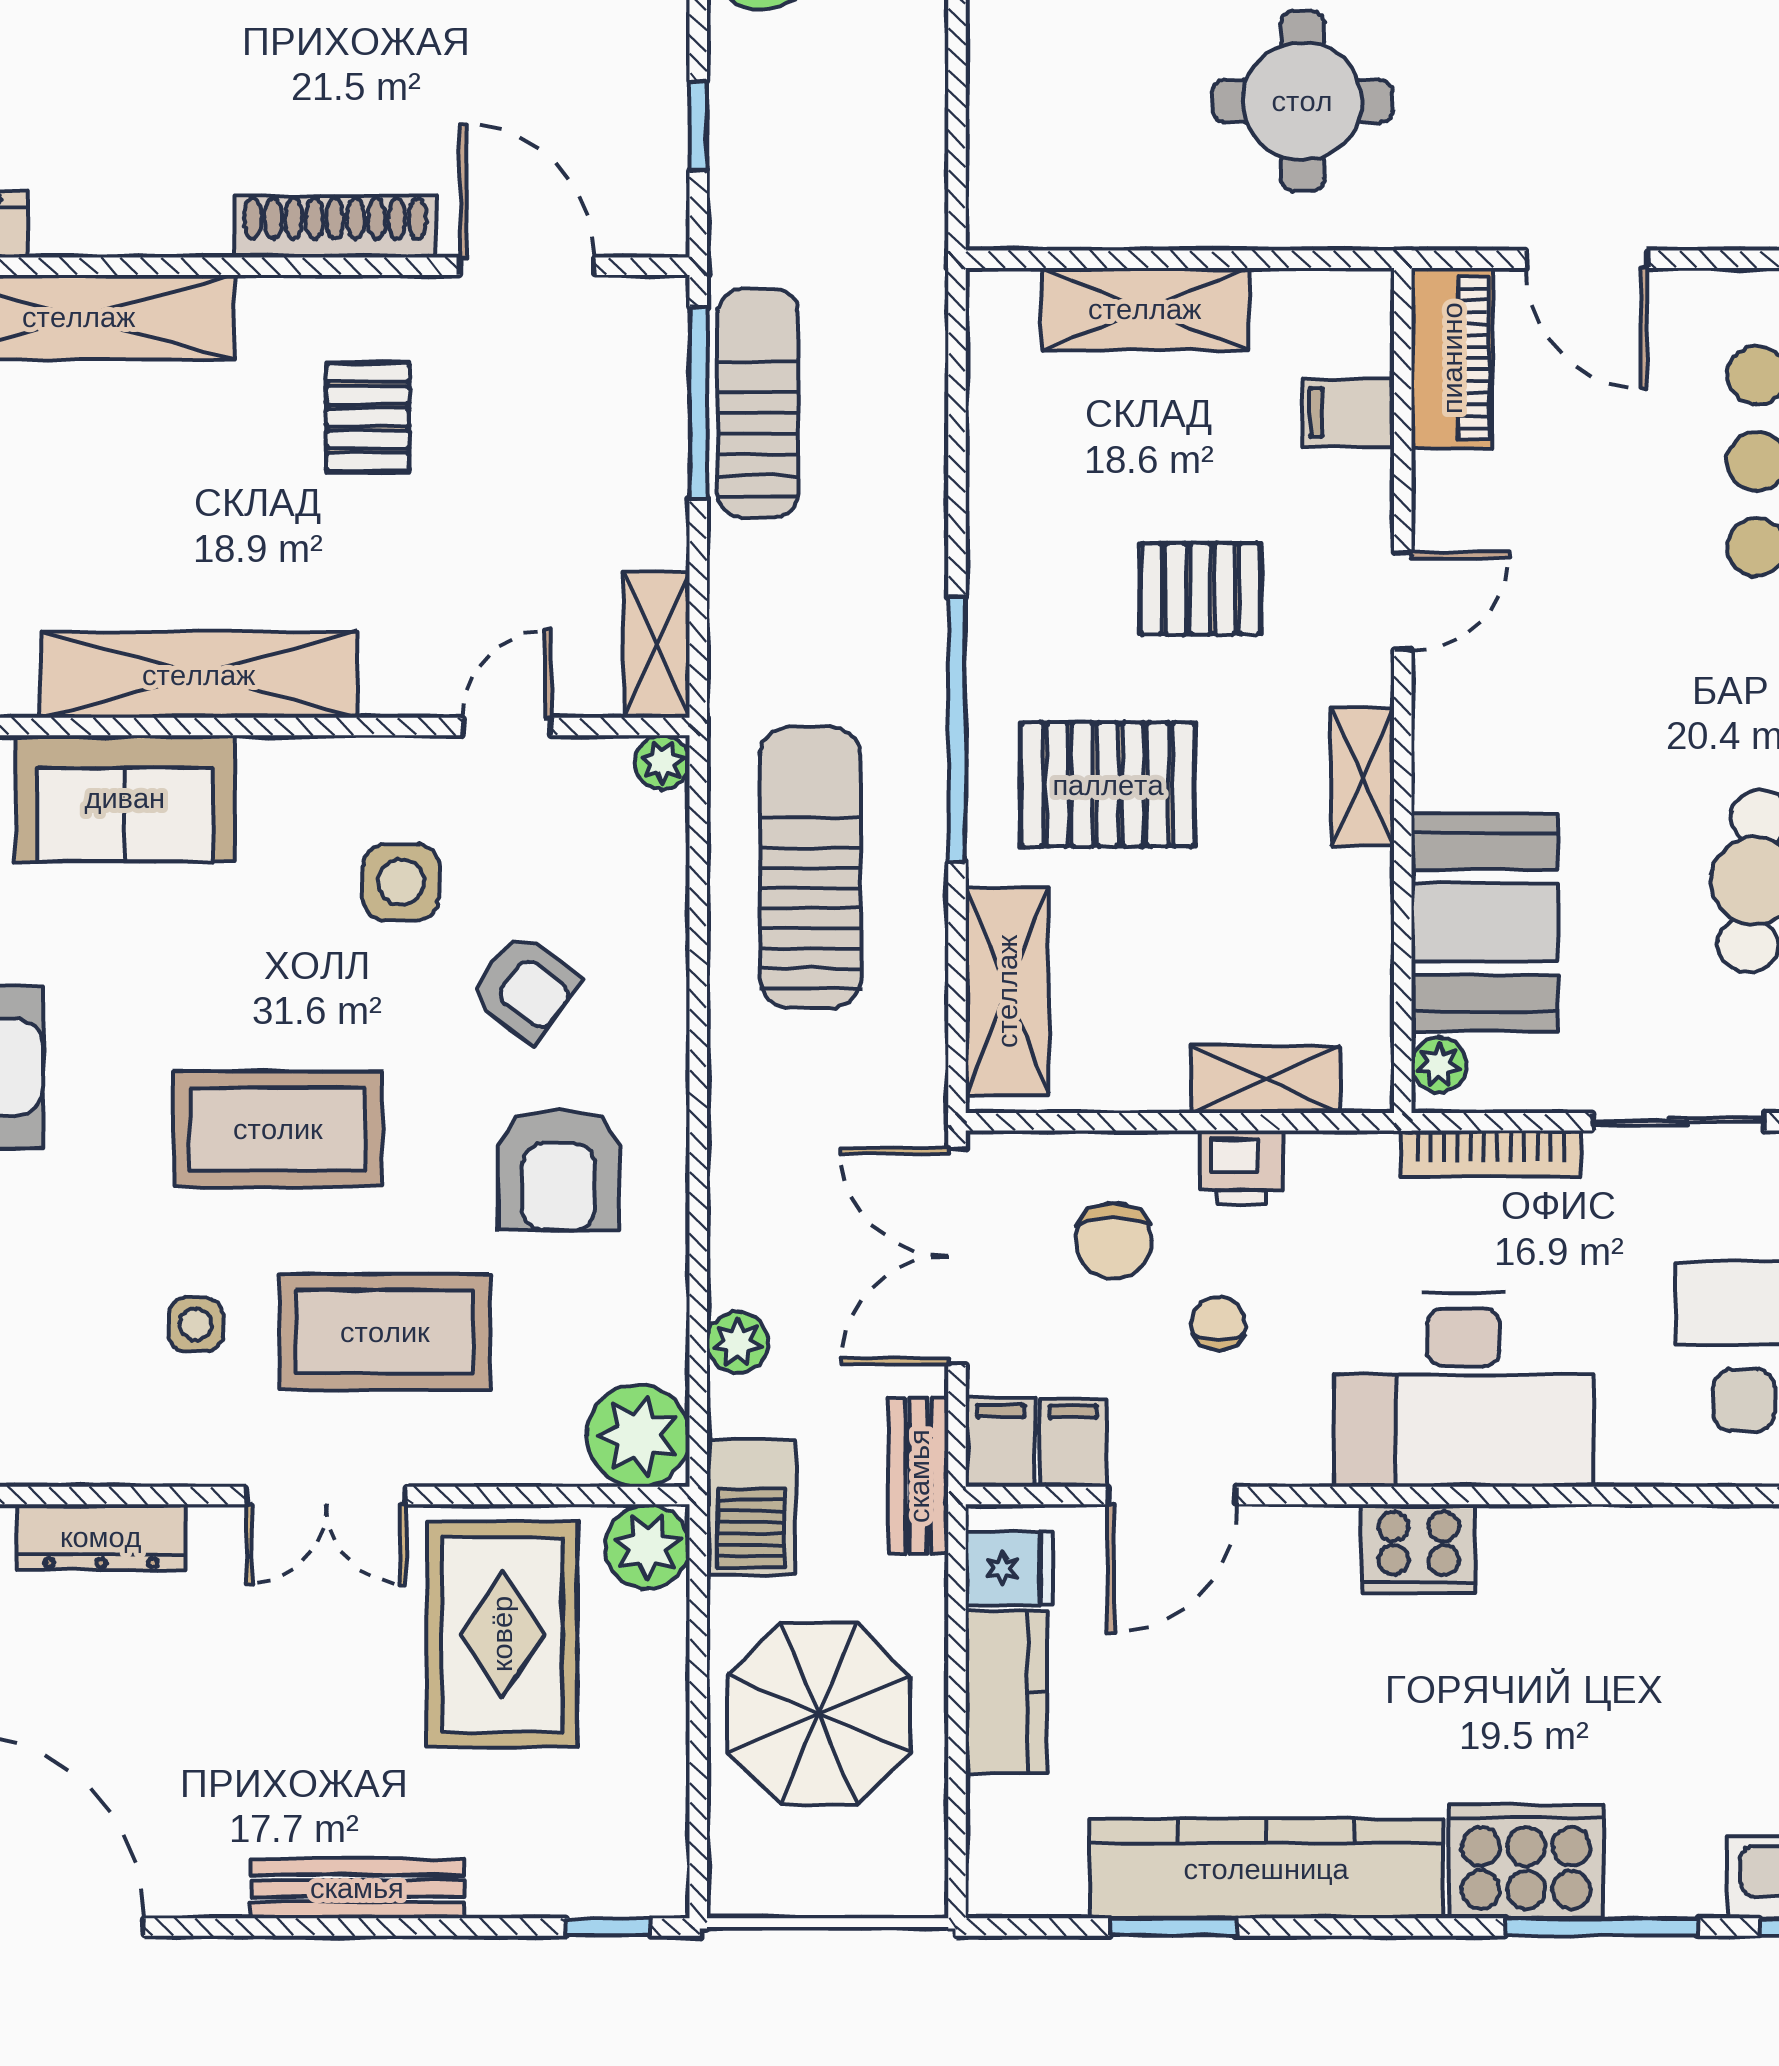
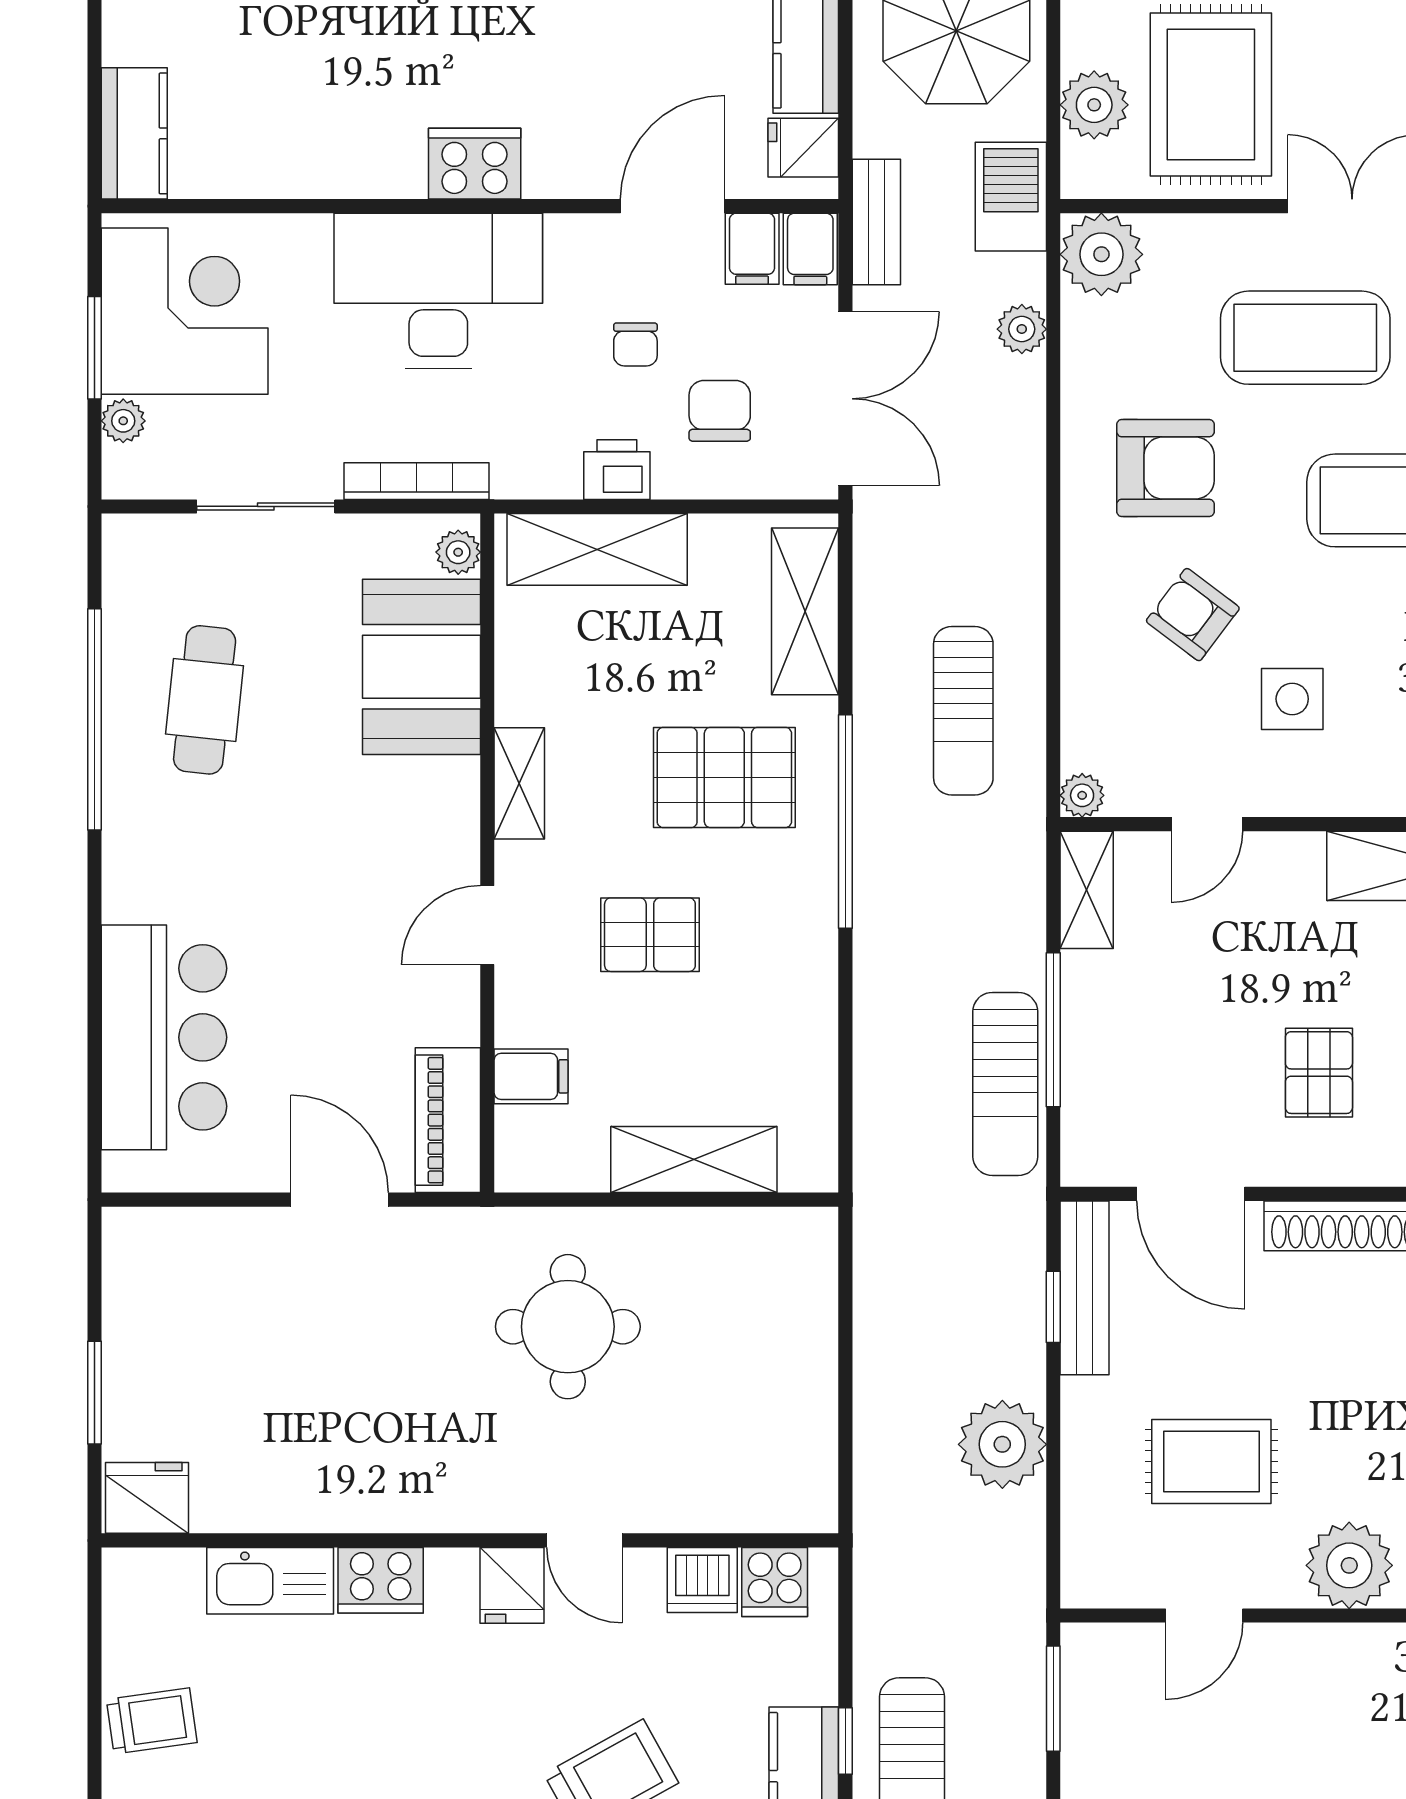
bench: (659, 149) -> (1085, 1288), added
window: (698, 403) -> (1053, 1030), moved
sun lounger: (810, 868) -> (963, 711), width x0.73, depth x0.75
shelving: (1266, 1080) -> (597, 549), width x1.50, depth x1.33
armchair: (559, 1170) -> (1165, 468), turned 90
plant: (647, 1546) -> (1094, 105), moved

